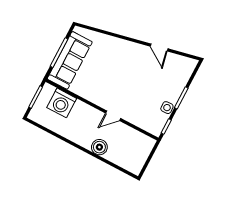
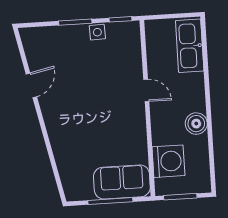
sofa: (70, 60) -> (122, 182), width x0.73
boiler: (99, 147) -> (196, 124), moved
kitchen sink: (124, 159) -> (190, 46), added

